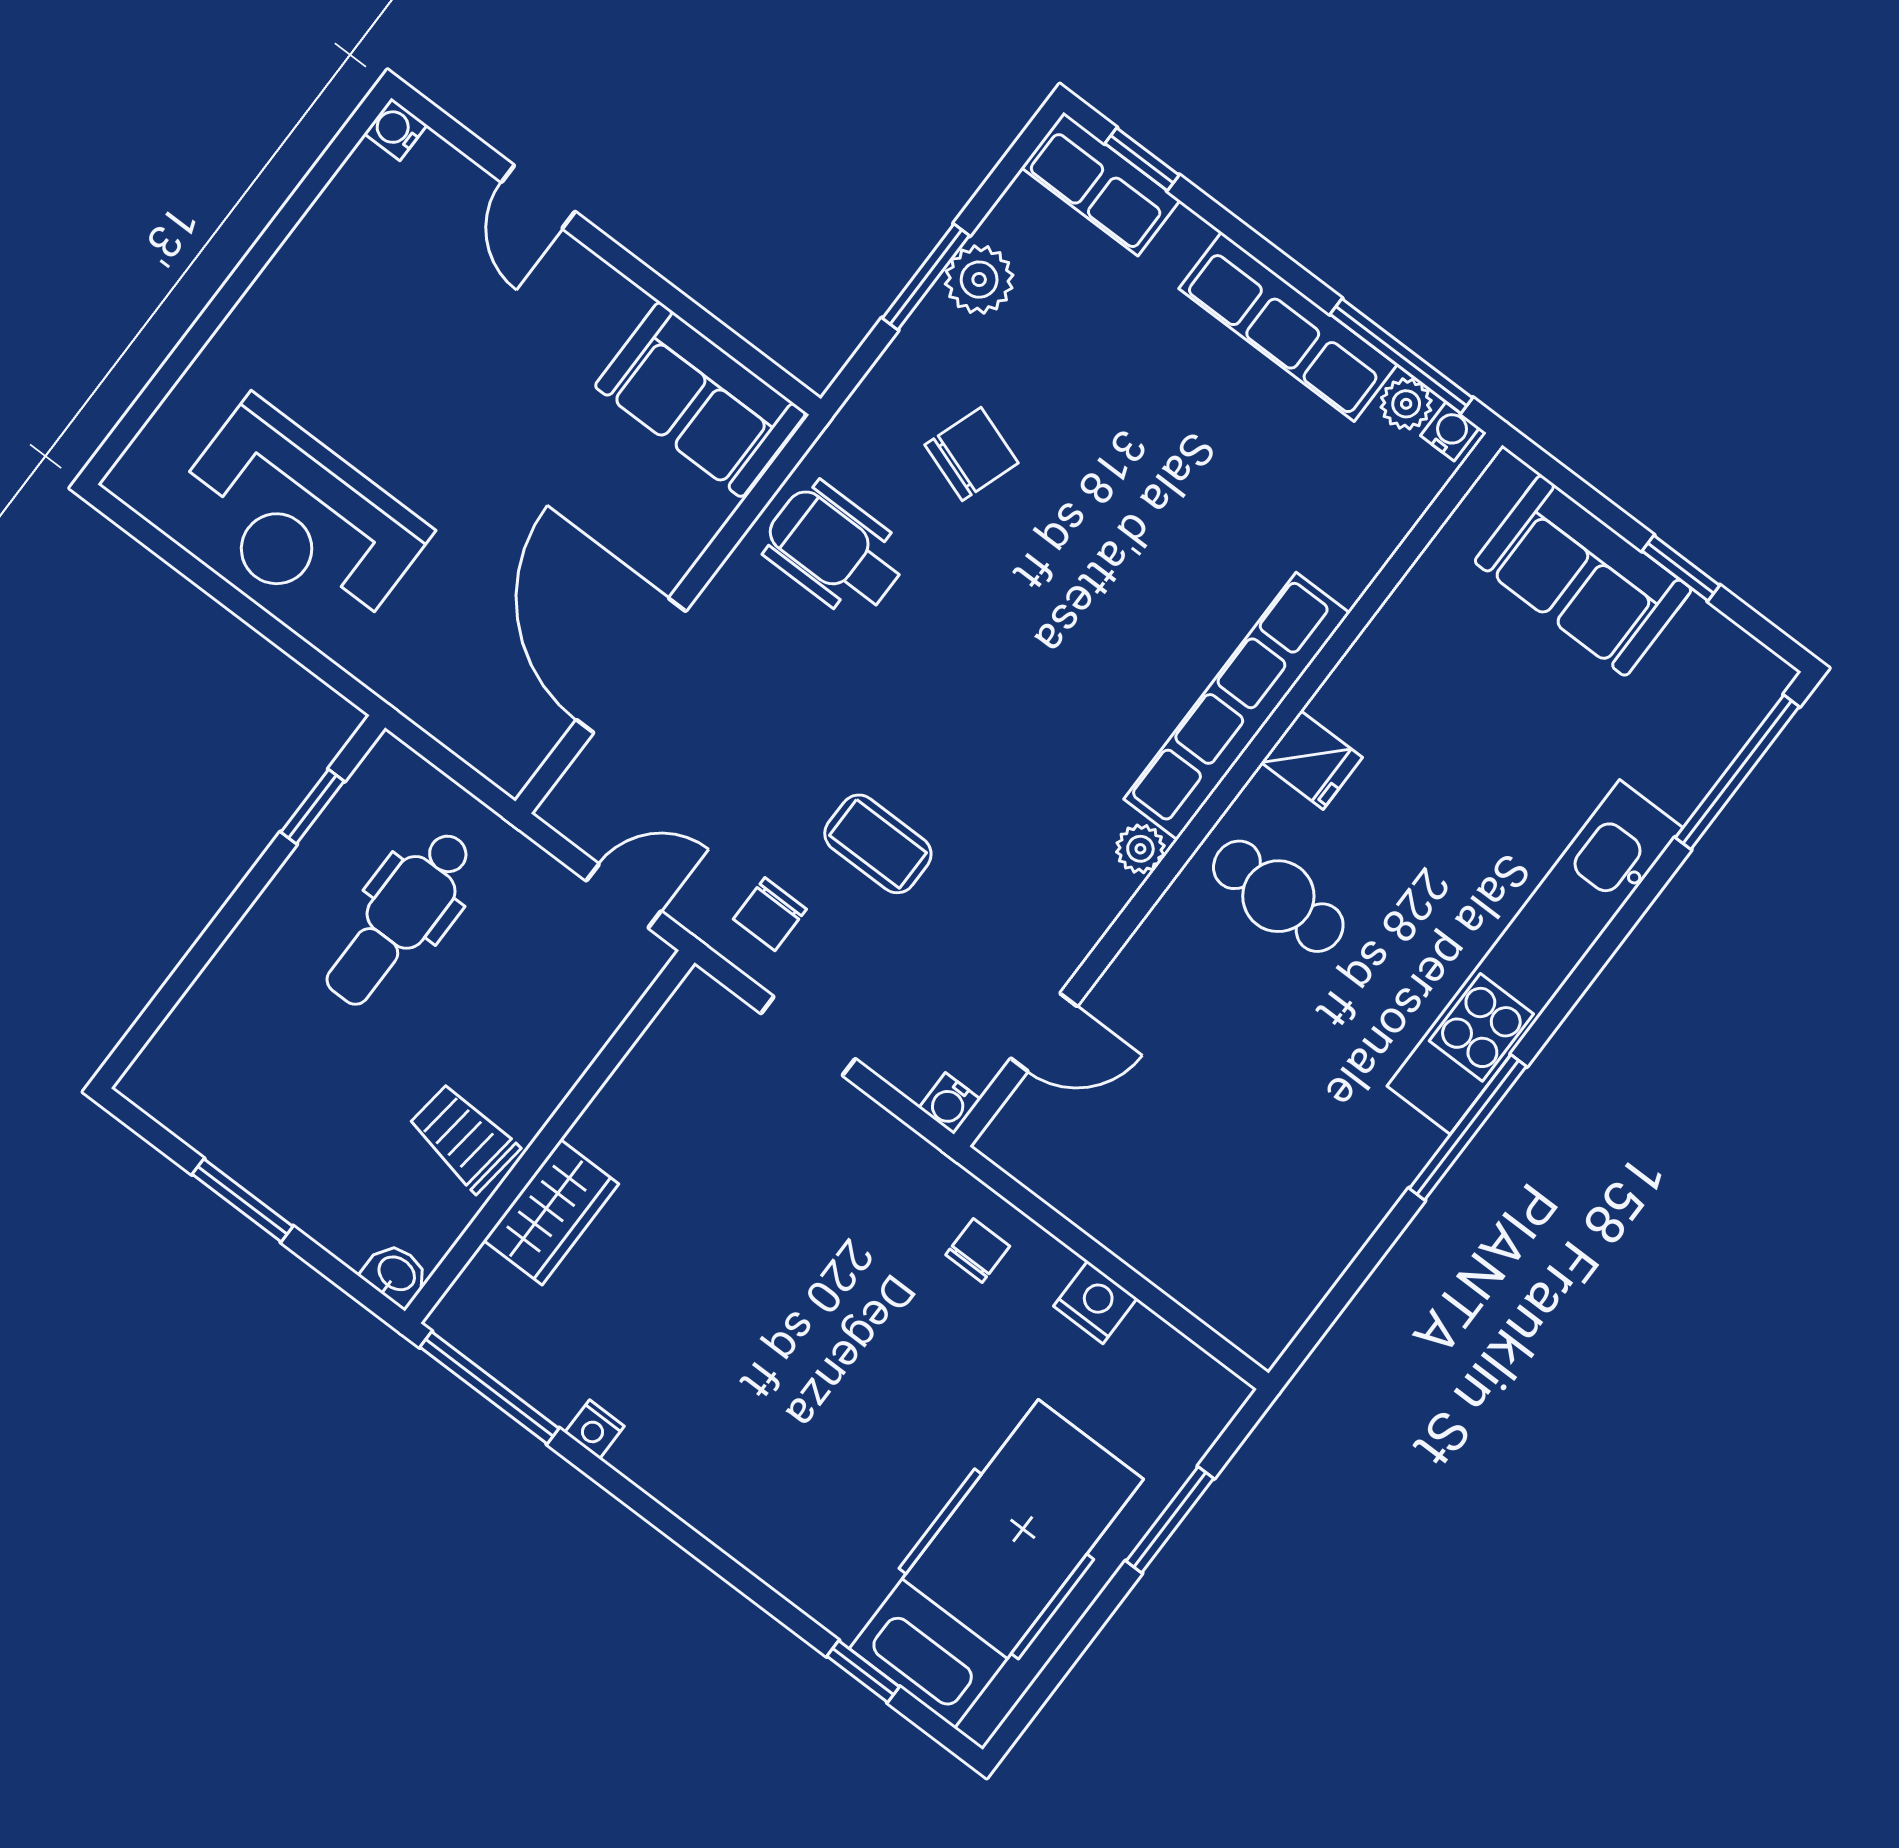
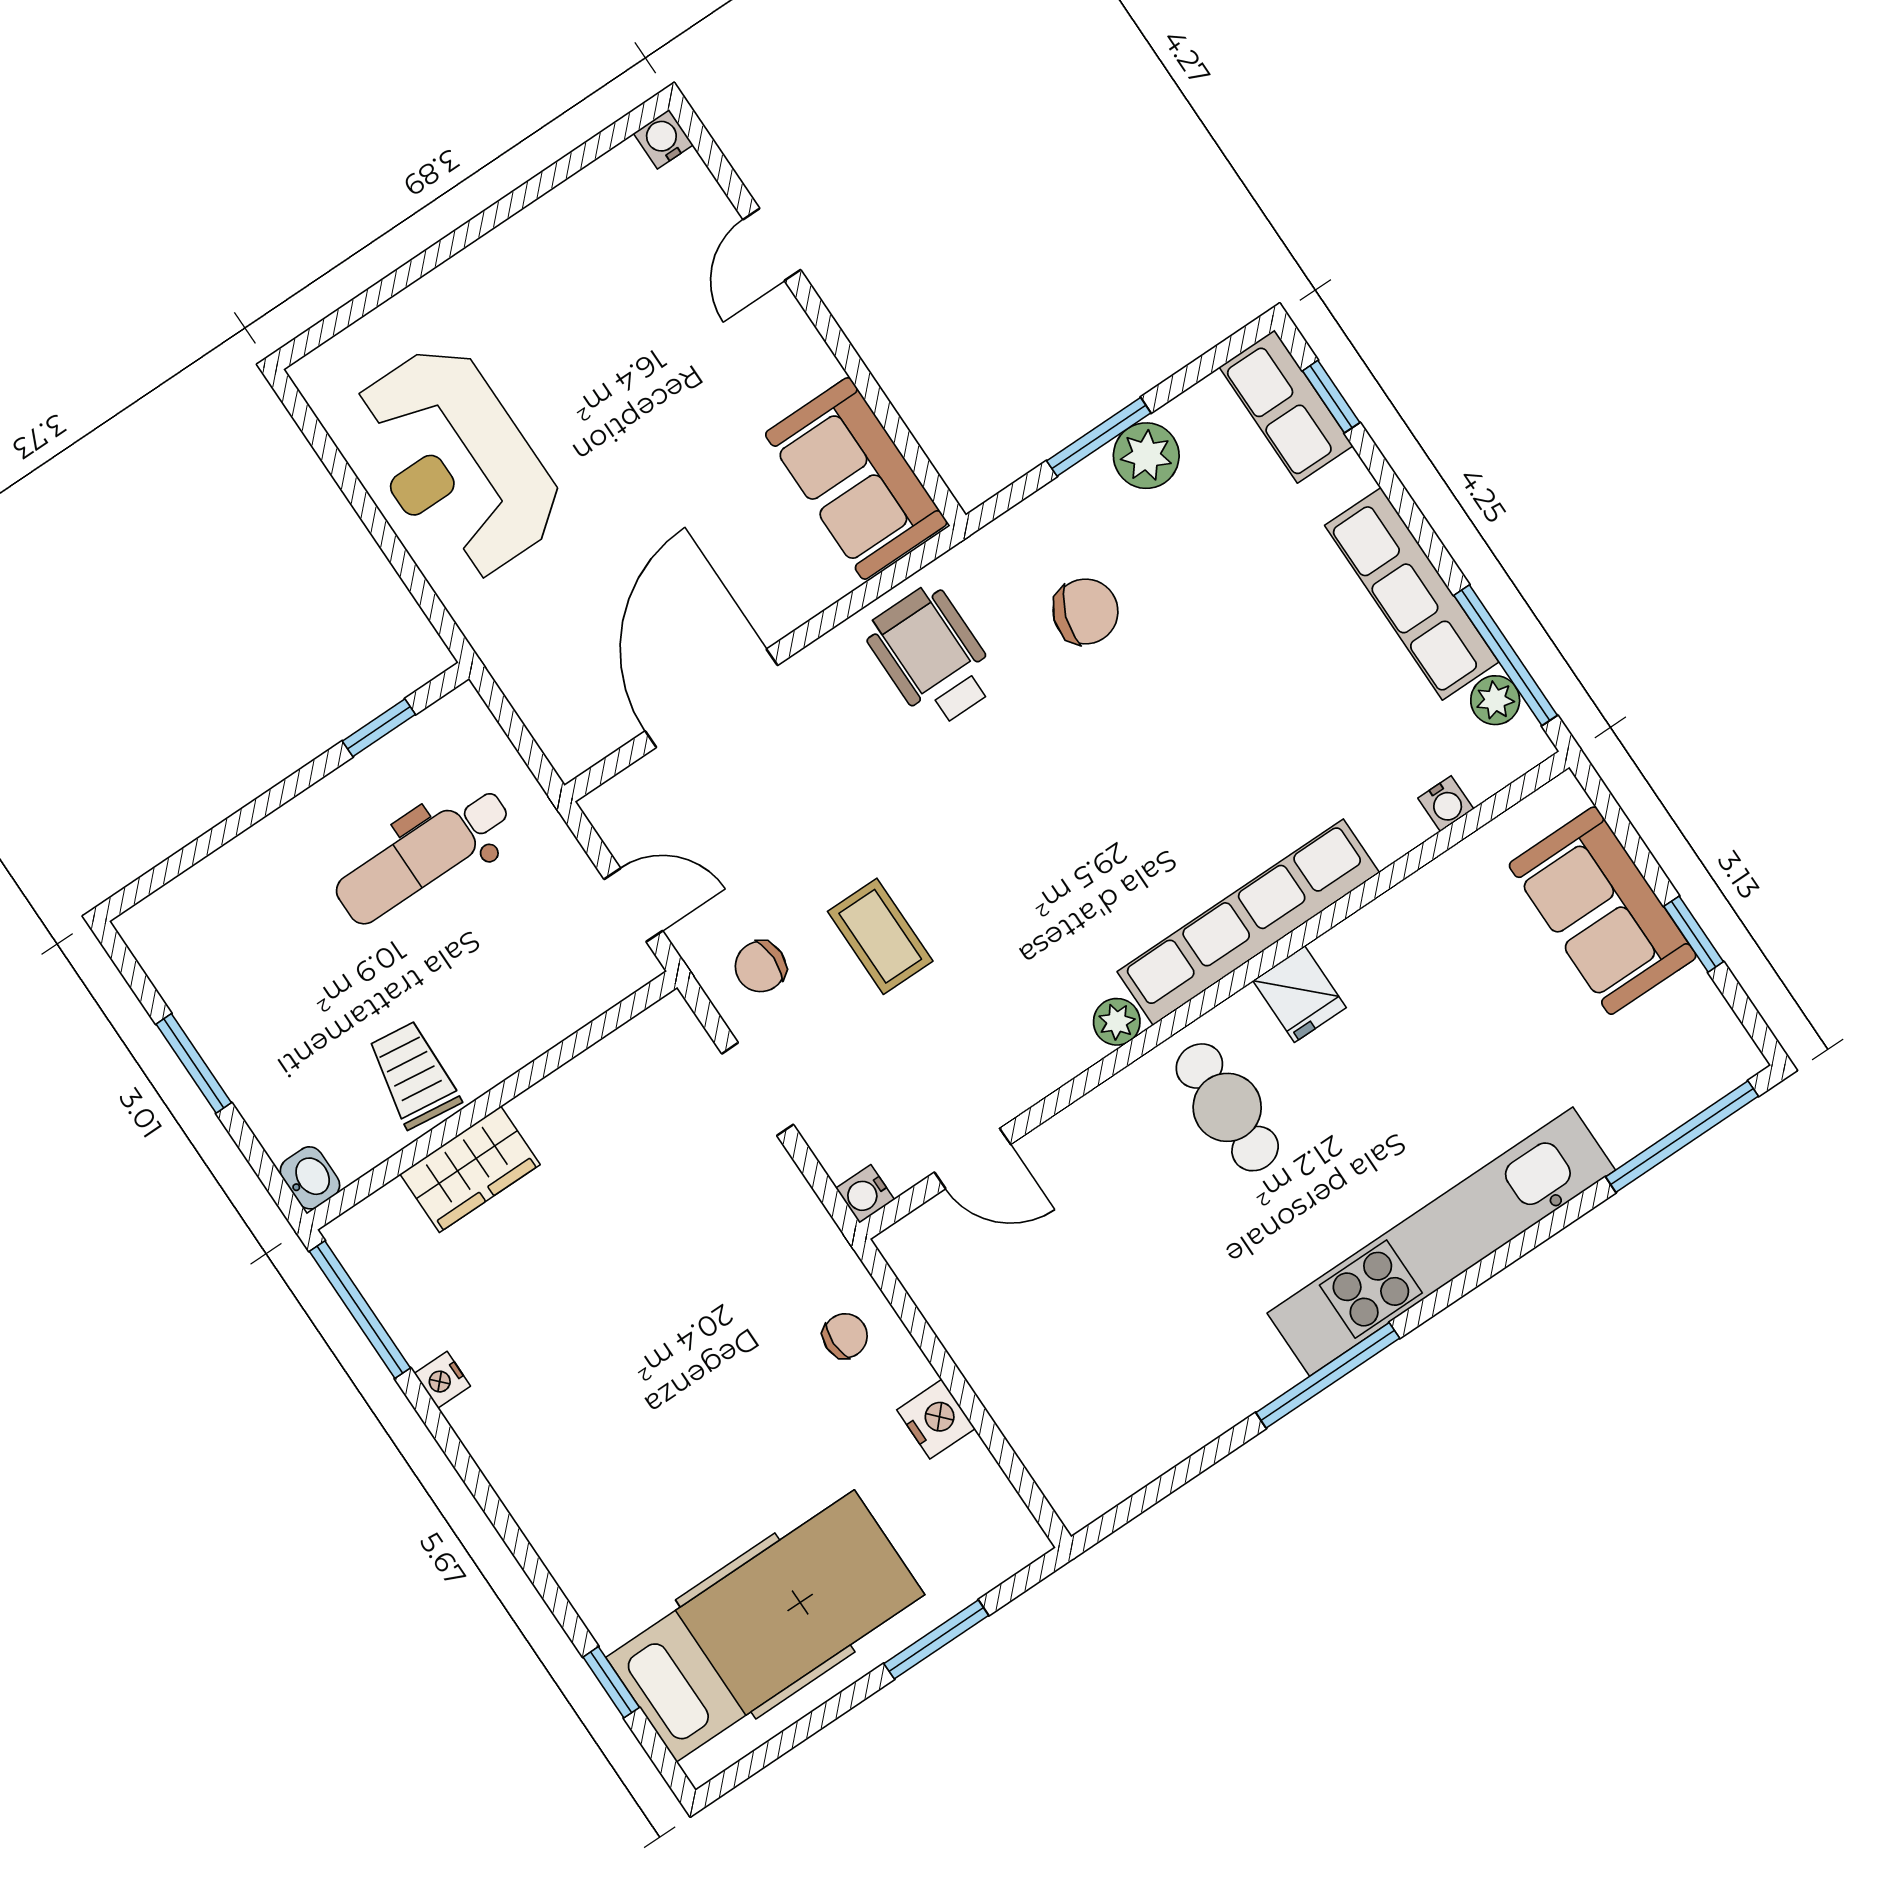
water cooler: (1450, 432) -> (1446, 804), moved, turned 90

